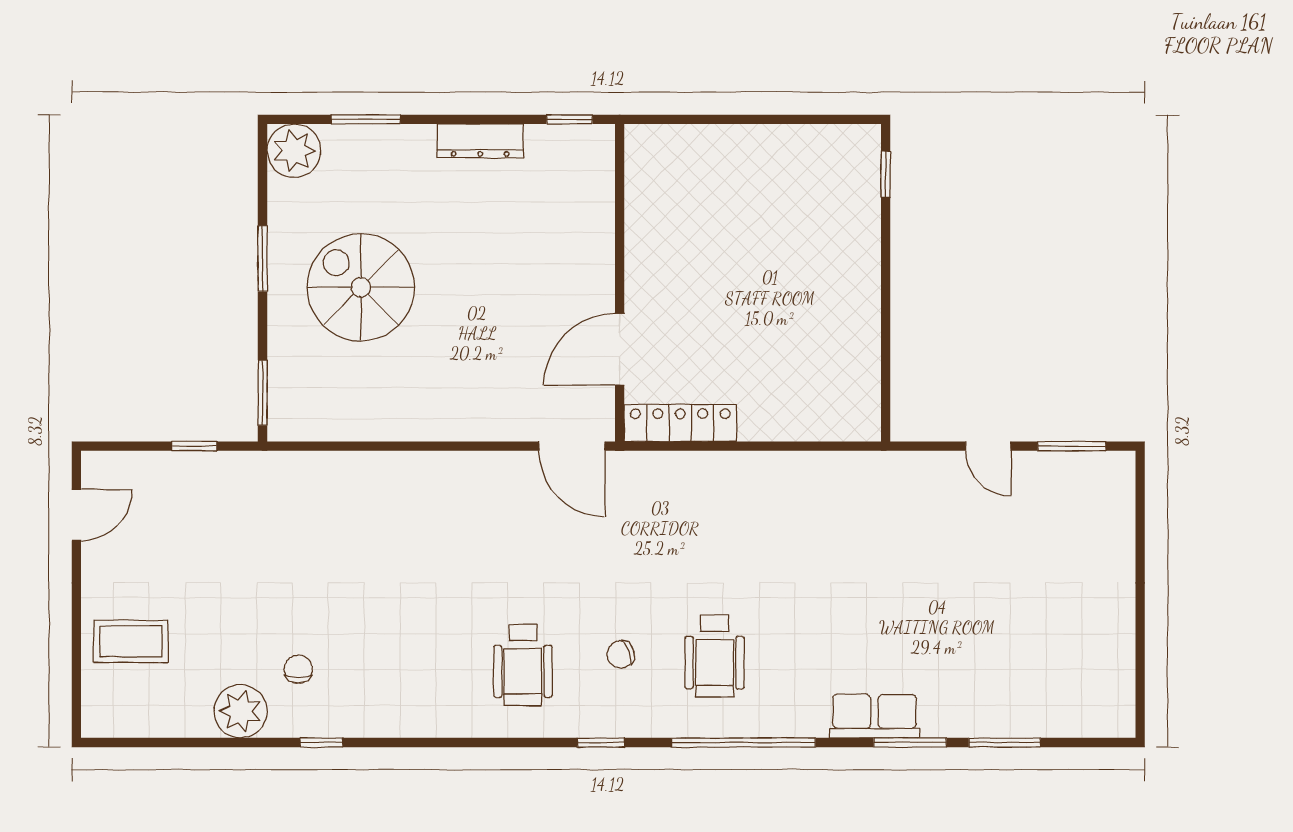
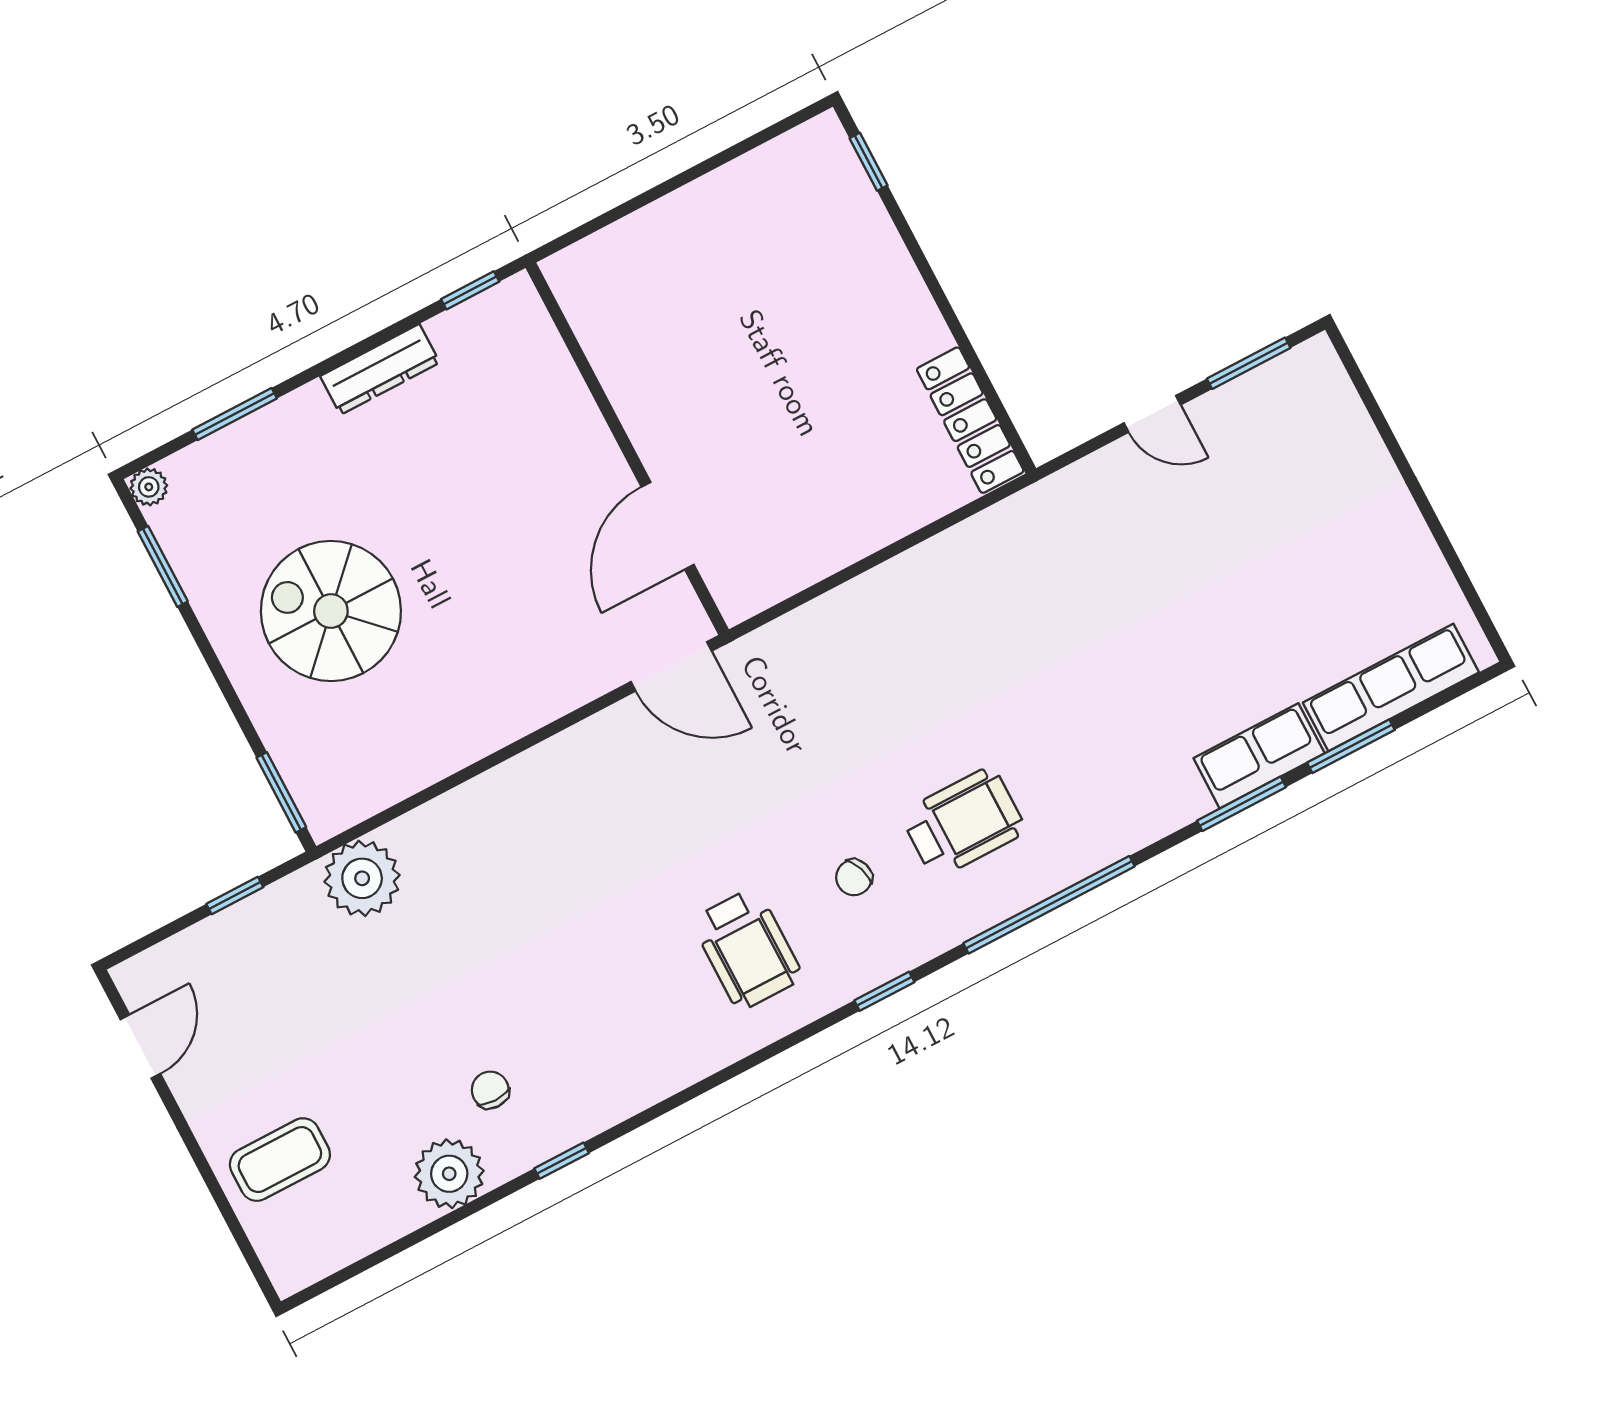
plant: (294, 151) -> (149, 487), width x0.53, depth x0.53
window: (263, 259) -> (163, 566), moved
locker: (680, 423) -> (970, 420), moved, turned -90
plant: (287, 480) -> (362, 878), added
wheelchair: (715, 656) -> (963, 822), turned -90
row of seats: (875, 716) -> (1259, 756), moved
row of seats: (1053, 717) -> (1391, 688), added

